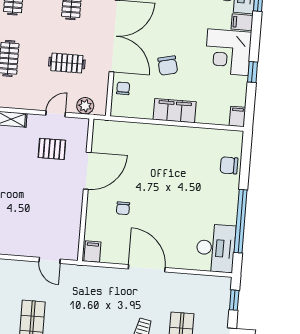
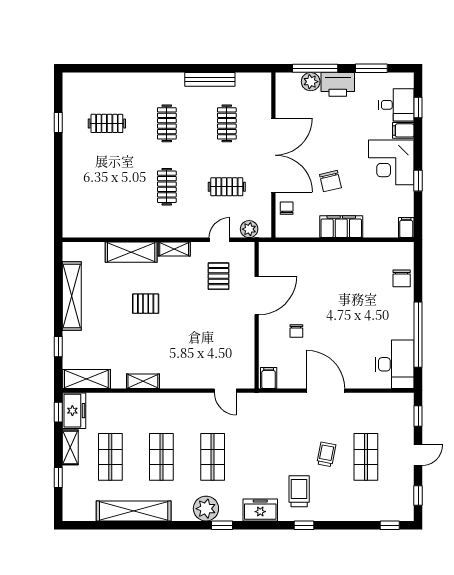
pallet: (52, 149) -> (219, 276), turned 90
chair: (229, 165) -> (402, 278), turned -90

